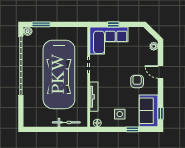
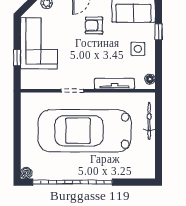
window: (41, 24) -> (17, 155), removed
corner sofa: (109, 41) -> (39, 43), moved
car: (59, 74) -> (84, 131), turned 180

